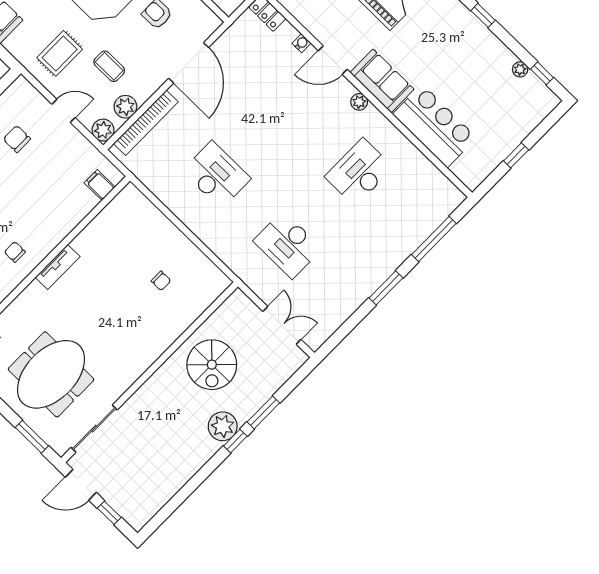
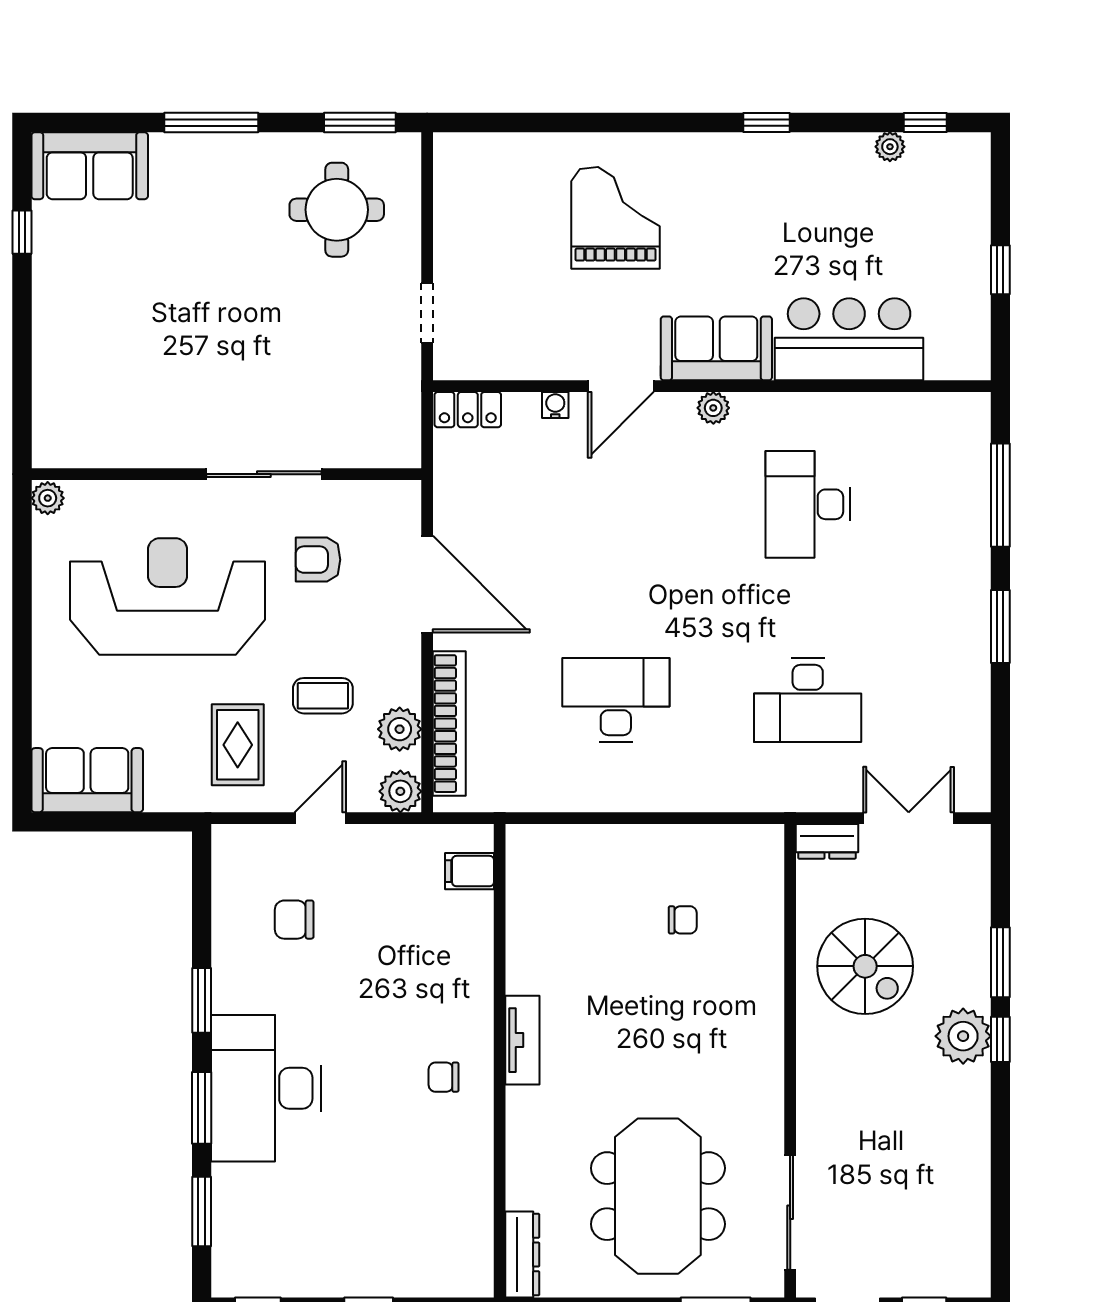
dresser: (243, 304) -> (827, 841), added

